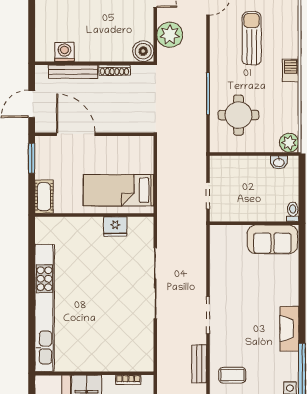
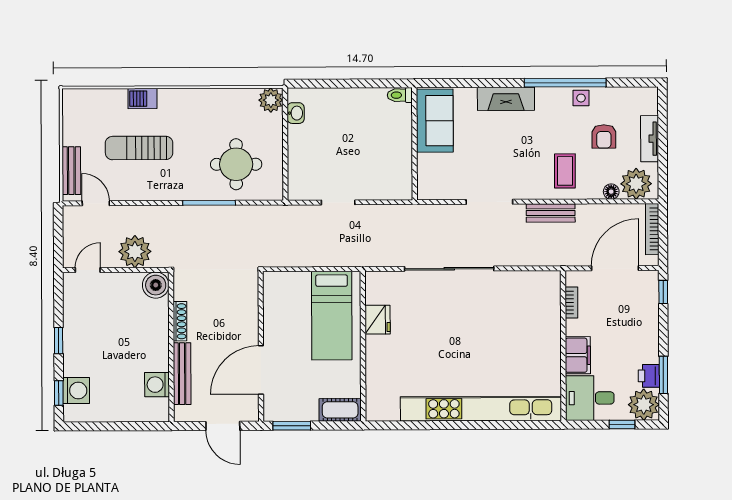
barbecue: (291, 70) -> (143, 99), moved
toilet: (293, 212) -> (400, 95), moved
wall: (254, 223) -> (414, 144), moved
sofa: (272, 239) -> (435, 121), moved

